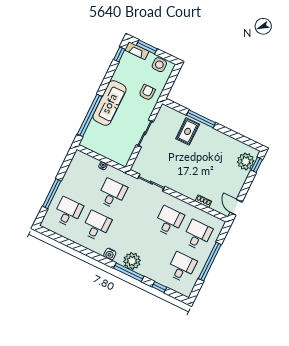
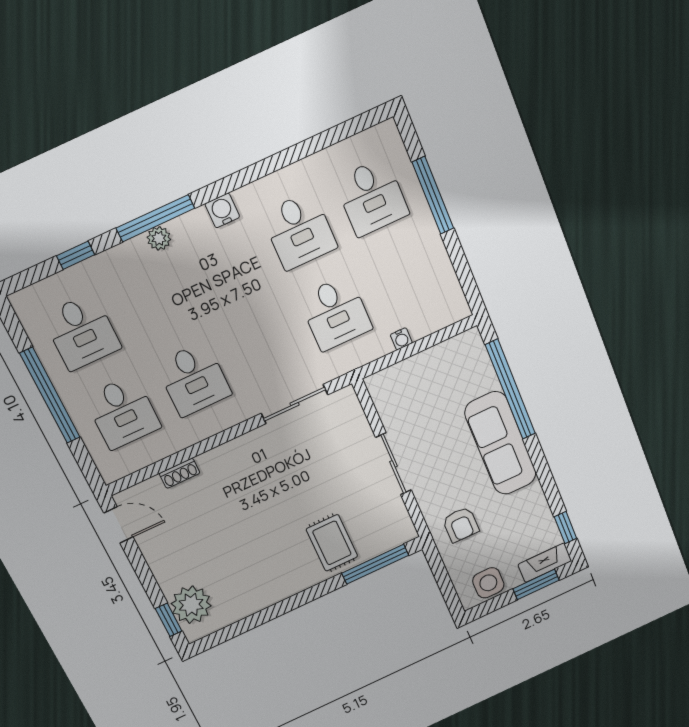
window: (201, 119) -> (375, 564), moved
plant: (132, 261) -> (159, 238), width x0.53, depth x0.53

